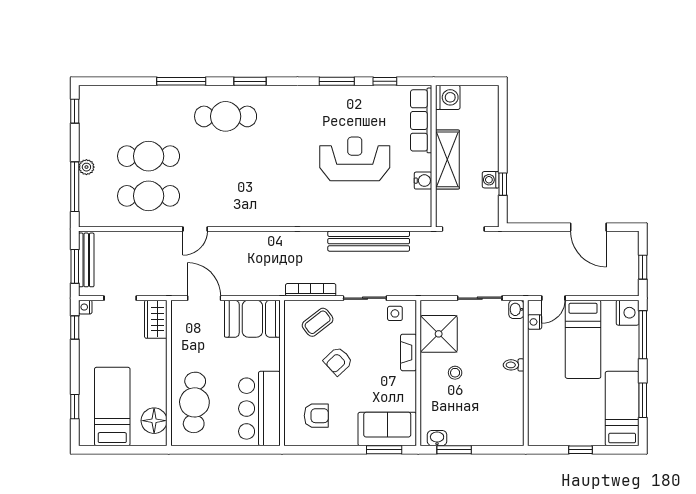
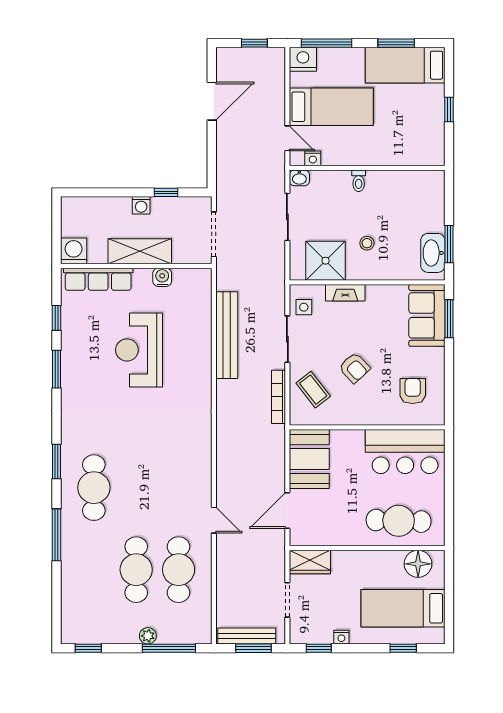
washing machine: (491, 180) -> (141, 205), moved
nightstand: (85, 307) -> (341, 637), moved
washbasin: (437, 438) -> (433, 253), width x1.91, depth x1.45

